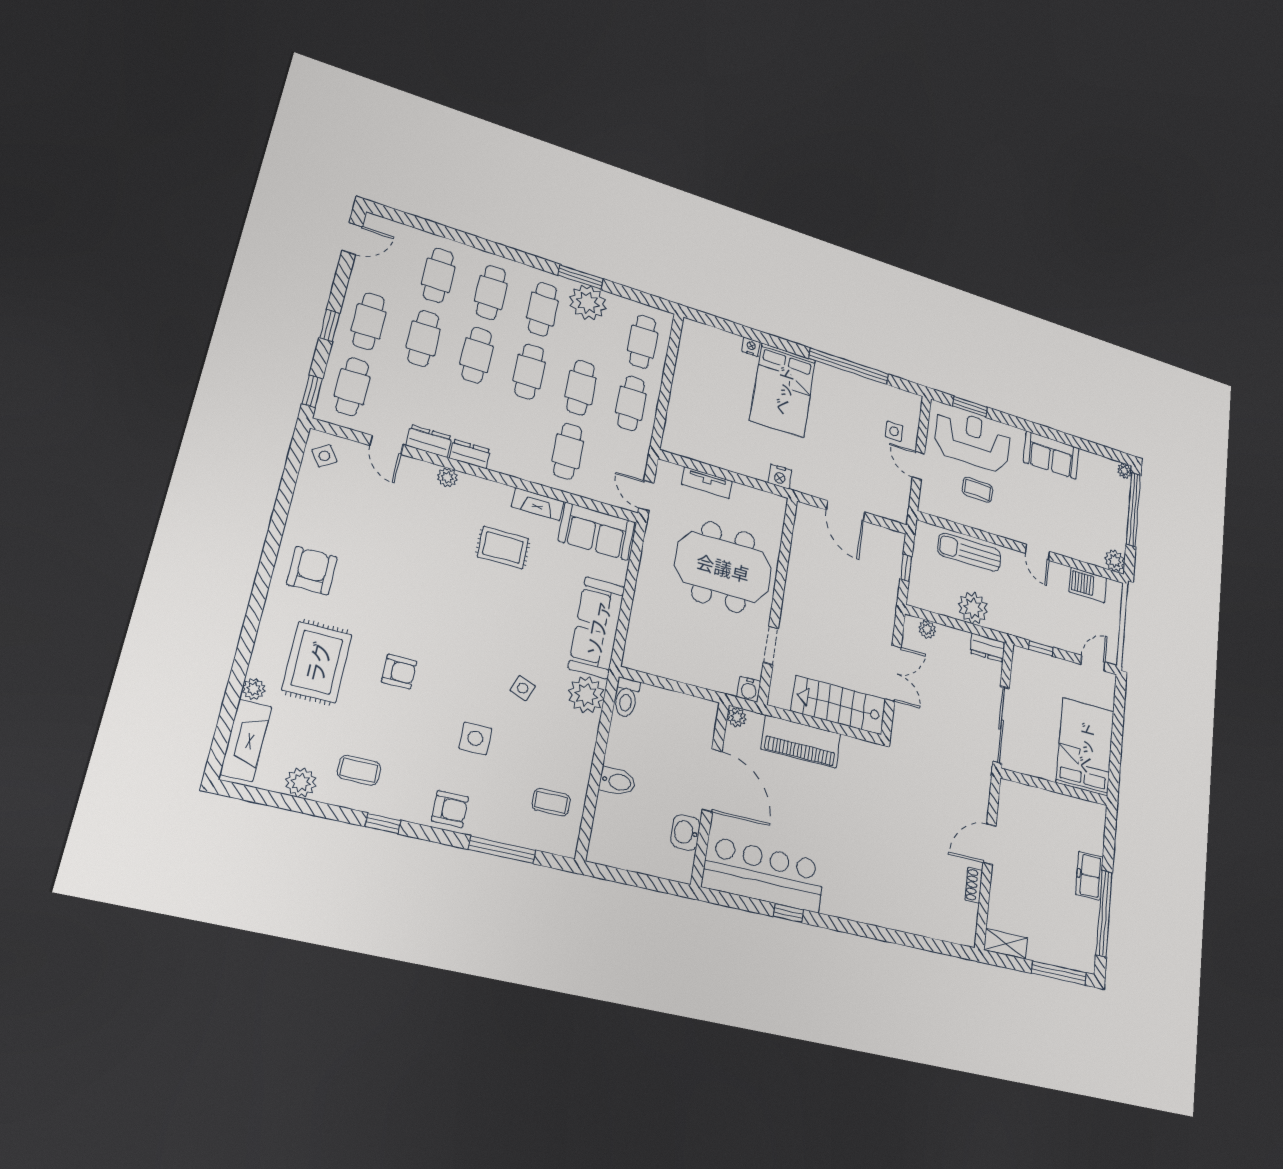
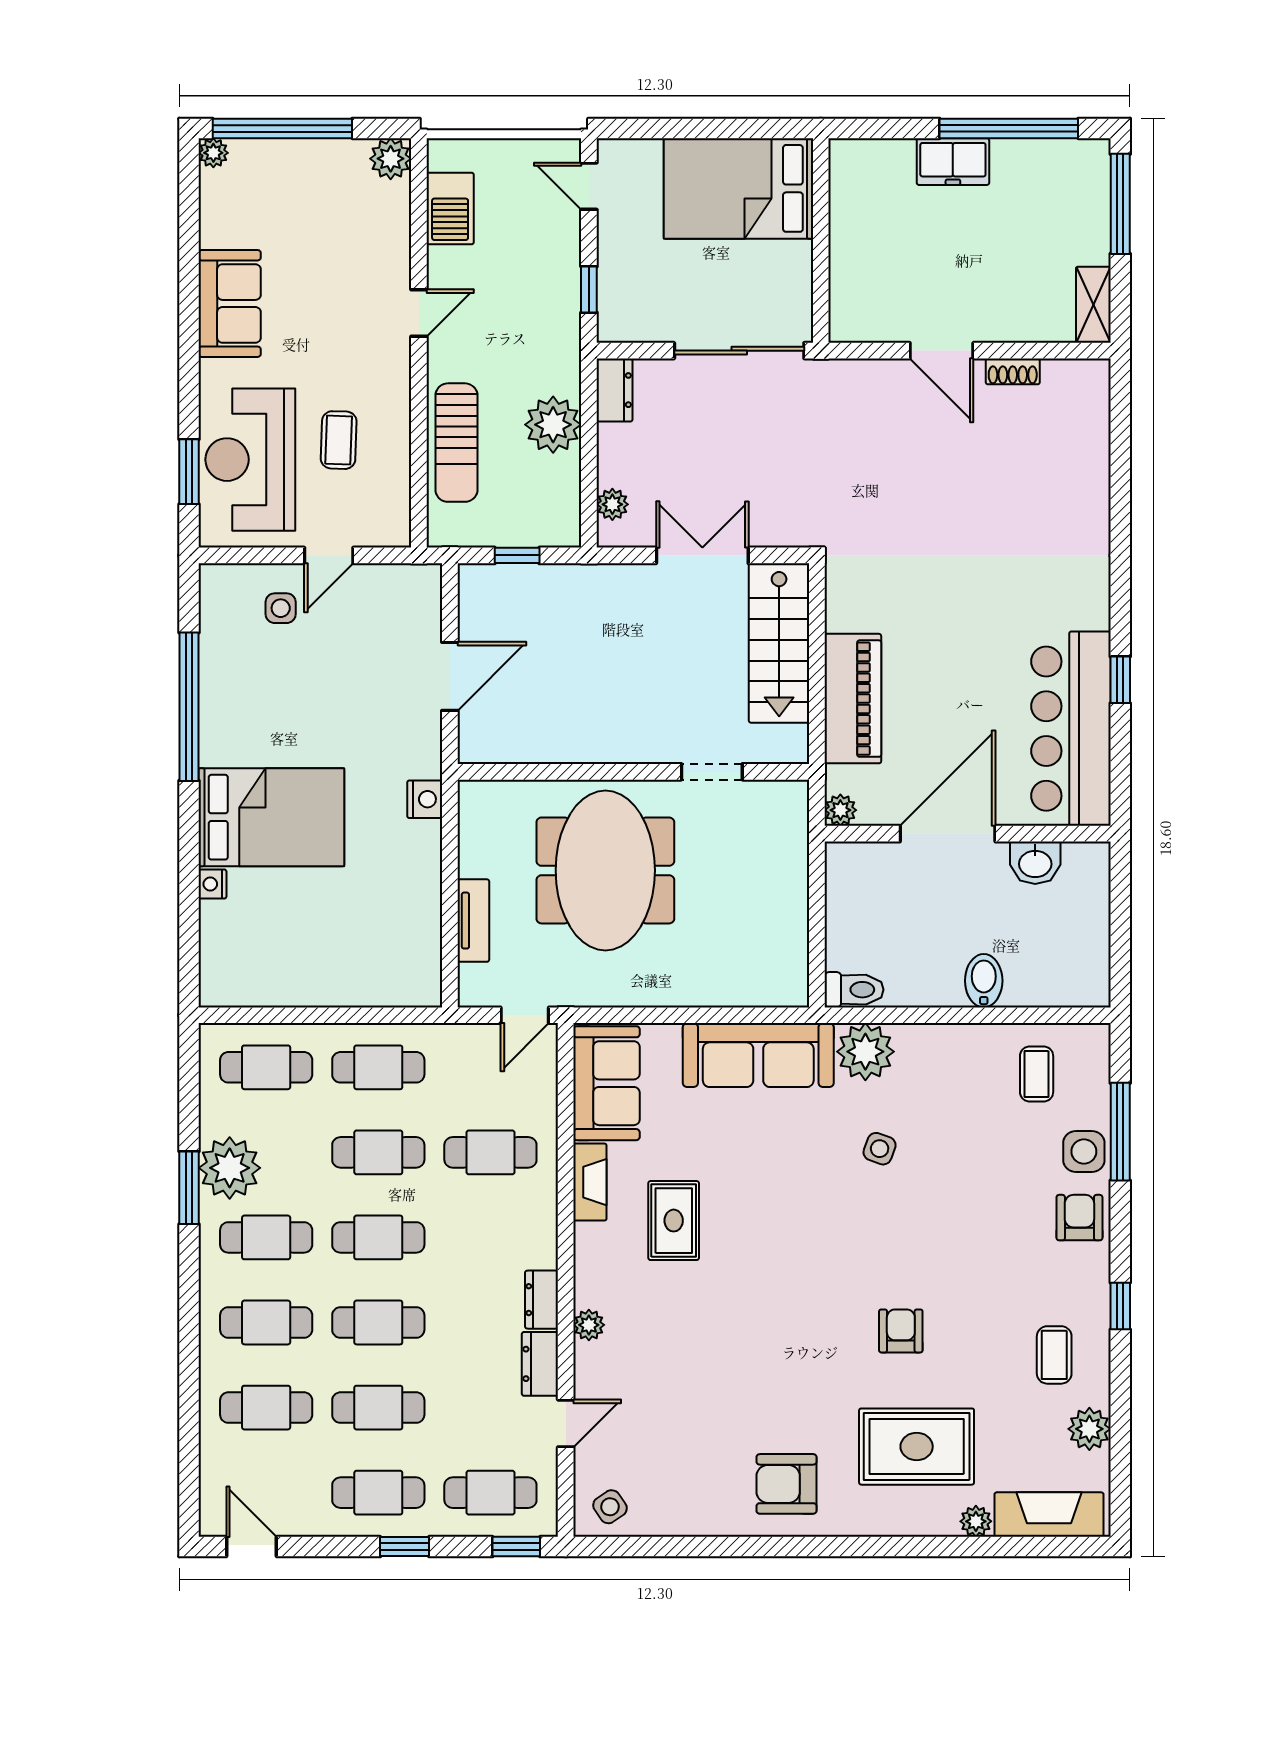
water cooler: (749, 689) -> (792, 797), removed
side table: (475, 738) -> (1084, 1152), moved

